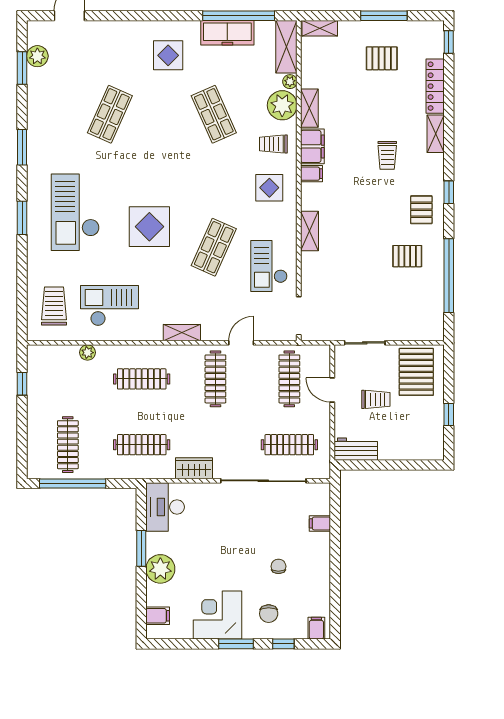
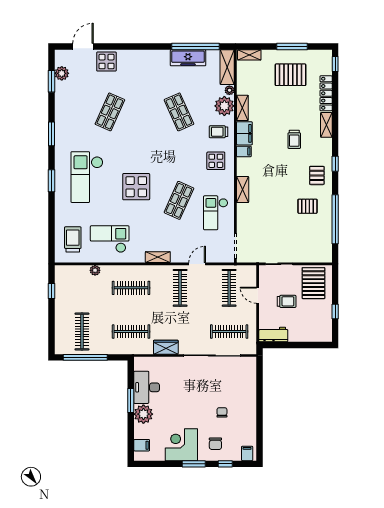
display table: (168, 55) -> (106, 62), moved
pallet: (382, 58) -> (290, 75), width x1.50, depth x1.42
desk: (165, 507) -> (147, 387), moved
filing cabinet: (320, 523) -> (250, 384), removed

